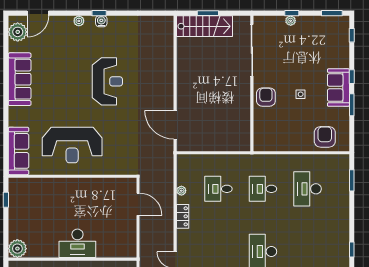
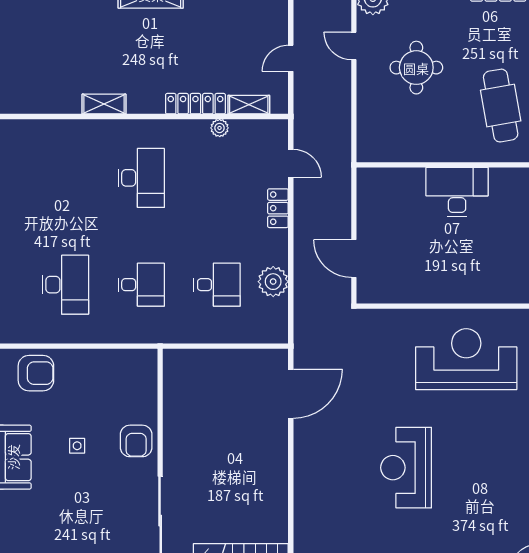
door: (175, 125) -> (291, 394), hinge flipped
armchair: (325, 137) -> (36, 373), turned -90
plant: (181, 191) -> (273, 282), width x1.88, depth x1.88
locker: (183, 216) -> (278, 208), moved

